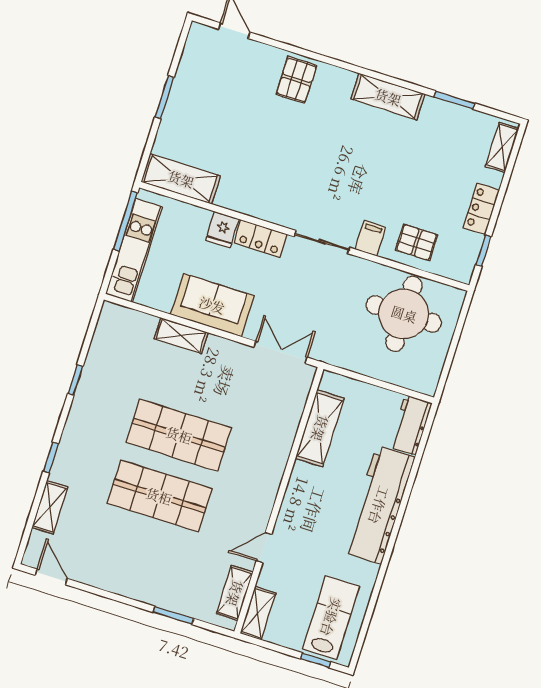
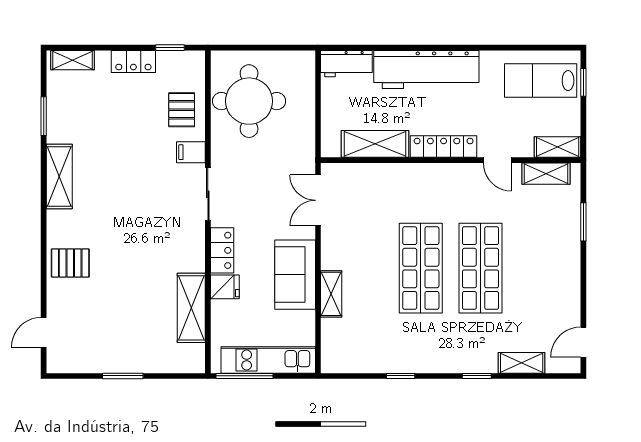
shelving: (181, 179) -> (191, 308), moved
locker: (295, 497) -> (444, 146), added

